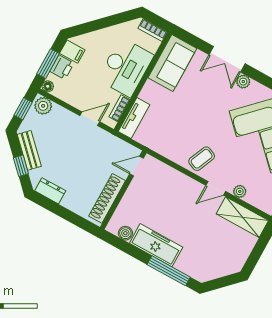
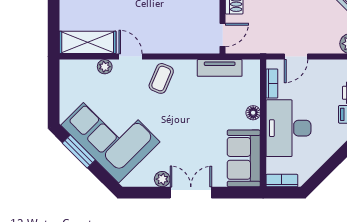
floor lamp: (146, 94) -> (253, 113), added
tv unit: (134, 118) -> (220, 68), moved, turned -90
door: (216, 188) -> (130, 57), hinge flipped

